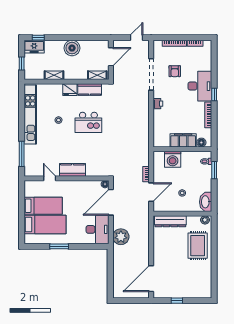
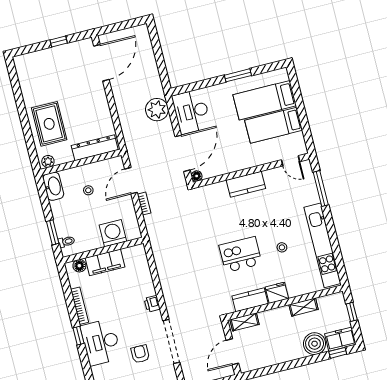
boiler: (72, 48) -> (315, 344), moved
door: (50, 178) -> (291, 161), moved

